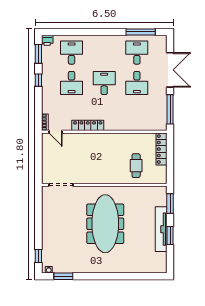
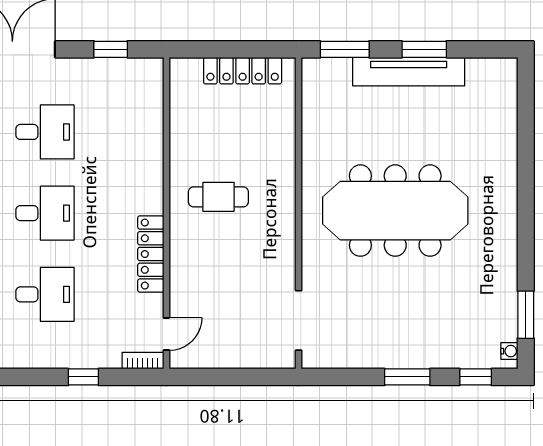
window: (38, 80) -> (83, 377), moved
desk: (104, 83) -> (45, 213), turned 180
window: (170, 109) -> (111, 49), width x0.46
locker: (161, 149) -> (243, 71), moved
cafe table: (136, 166) -> (218, 197), moved
window: (38, 229) -> (407, 377), added

